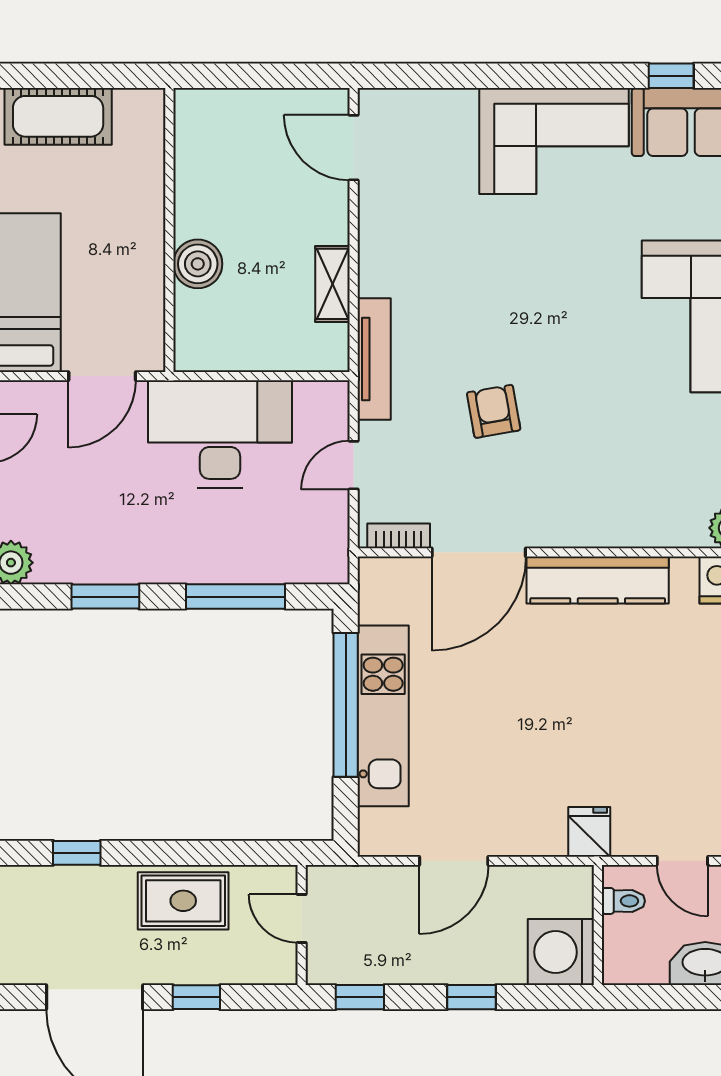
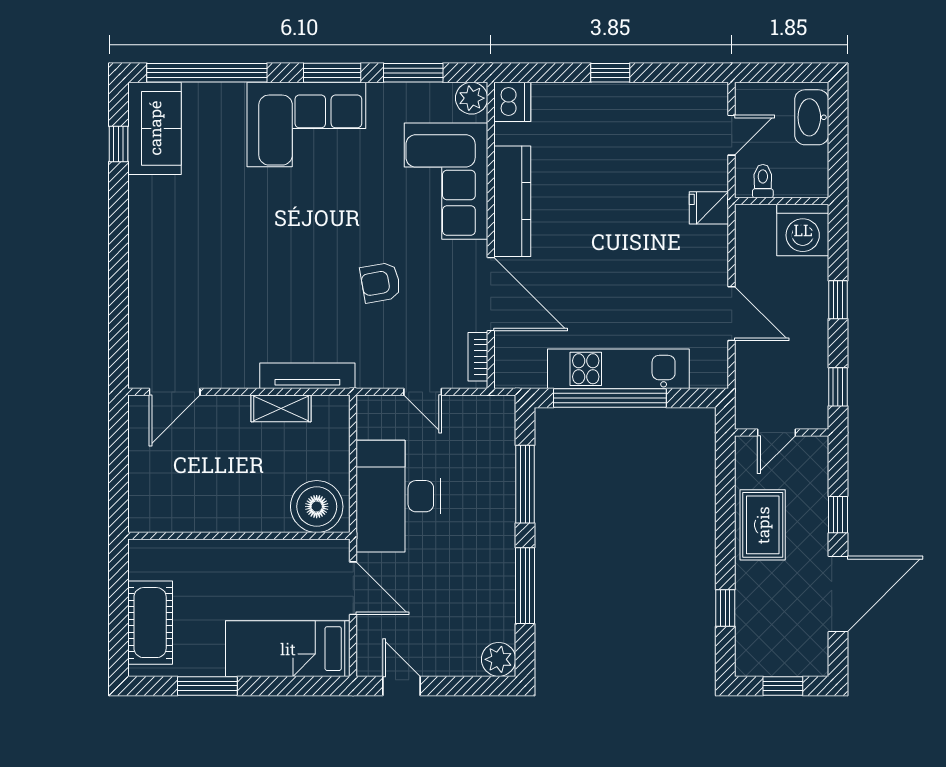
corner sofa: (554, 141) -> (446, 181), moved, turned 180
boiler: (198, 264) -> (317, 507), moved, width x1.37, depth x1.37
tv unit: (374, 359) -> (307, 376), moved
window: (105, 597) -> (525, 586), width x1.44

